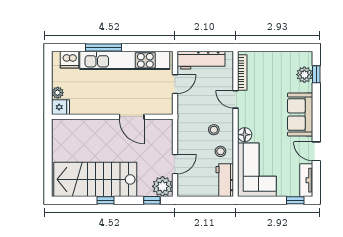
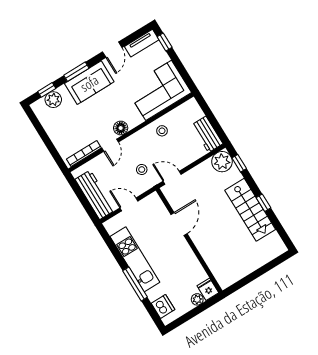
kitchen unit: (125, 60) -> (135, 259), width x0.73
window: (316, 109) -> (76, 72), added
stool: (214, 130) -> (142, 170), moved
floor lamp: (245, 135) -> (121, 128), moved
door: (175, 164) -> (172, 178), moved
stairs: (95, 179) -> (250, 210), width x0.73, depth x0.66
workbench: (225, 180) -> (207, 134), moved, turned 90

